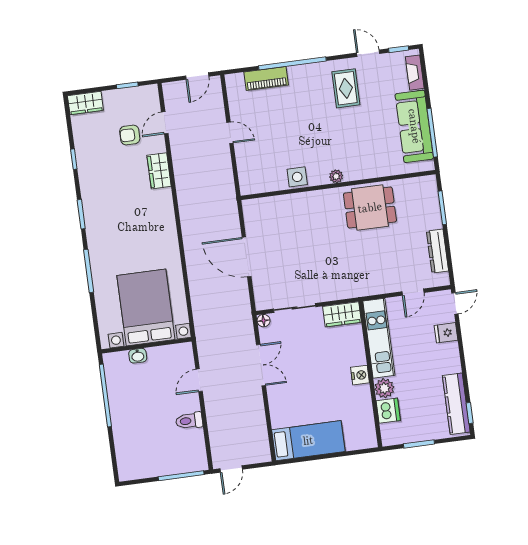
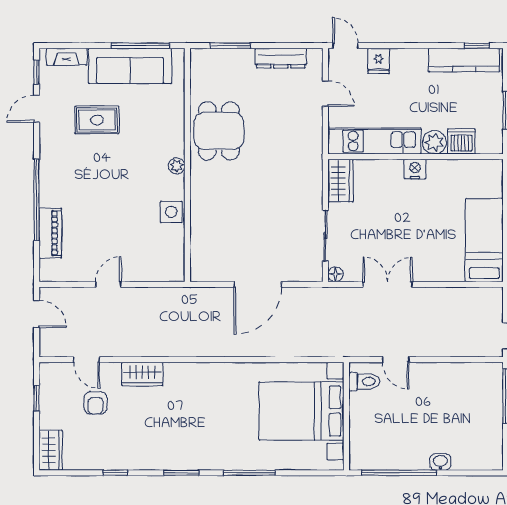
rug: (346, 88) -> (97, 120), moved
washbasin: (138, 356) -> (440, 462), moved, turned -90
toilet: (189, 421) -> (364, 381), moved, turned -90

